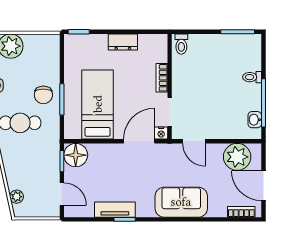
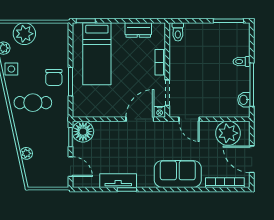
dresser: (123, 42) -> (138, 30), moved
bed: (98, 104) -> (97, 54), moved, turned 180
plant: (17, 197) -> (26, 153), moved
bookcase: (241, 212) -> (225, 183), width x1.56

